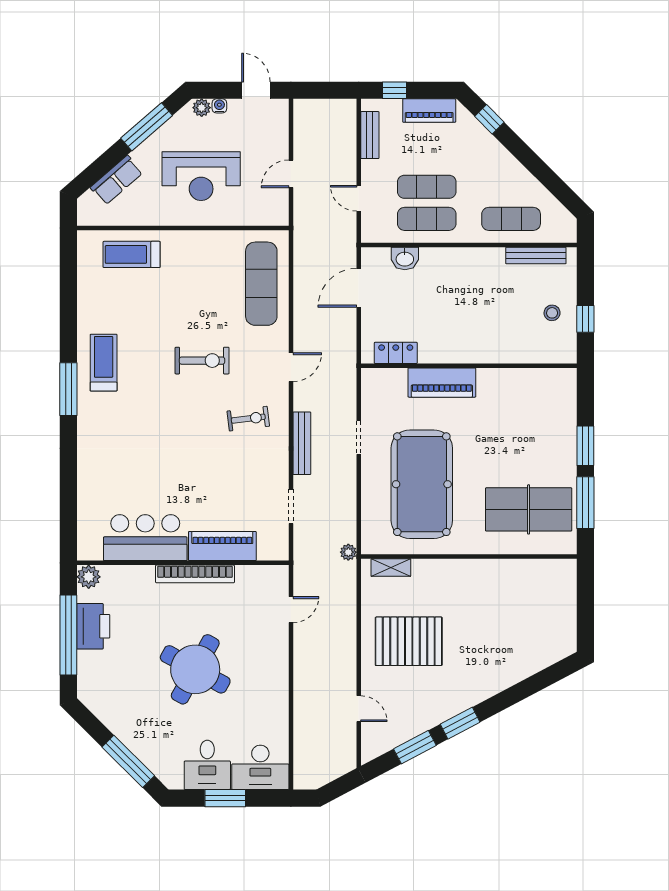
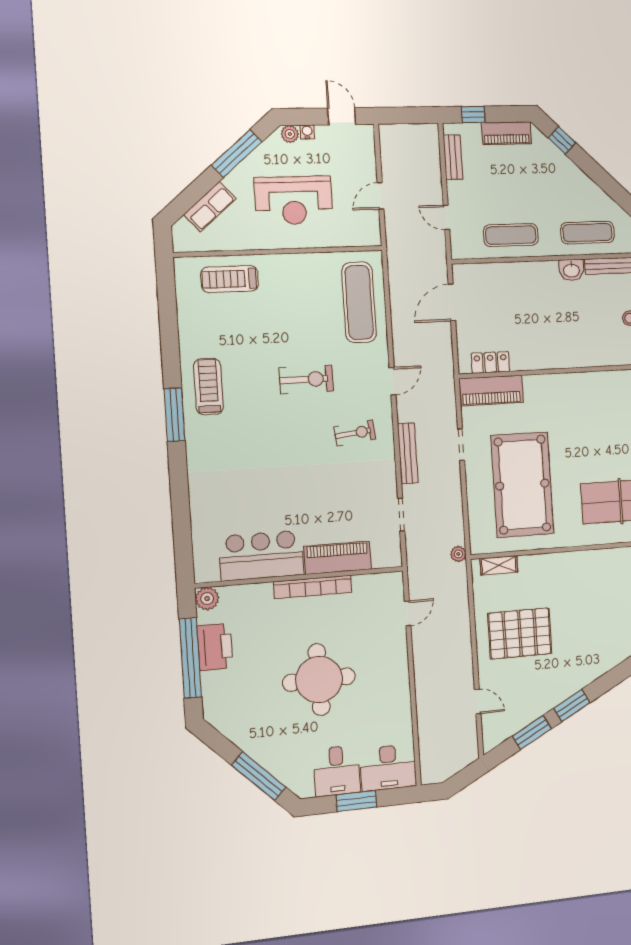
exercise mat: (427, 187) -> (509, 205), removed
washbasin: (405, 258) -> (571, 270), moved
piano: (442, 383) -> (491, 390), moved
round table: (195, 669) -> (319, 680), turned -30

